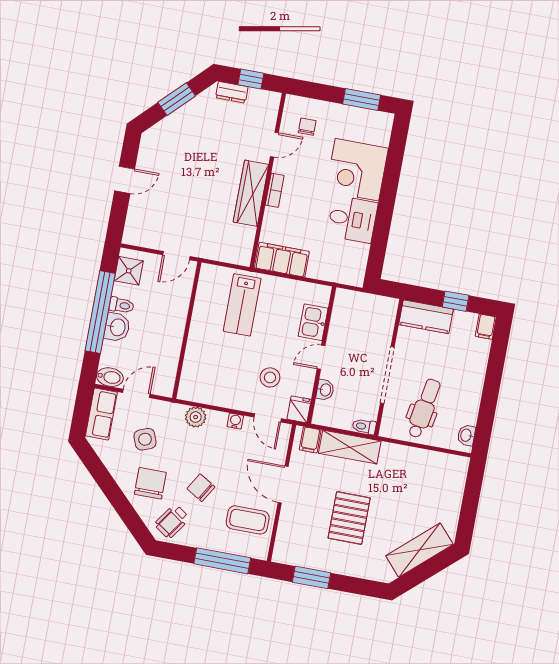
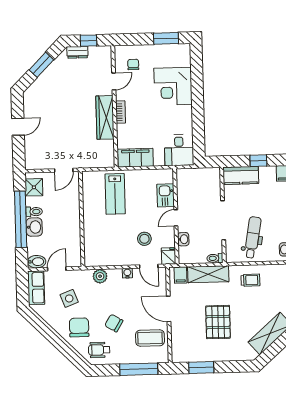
desk: (352, 219) -> (179, 150), moved, turned 90
trolley: (408, 468) -> (250, 280), added
wheelchair: (172, 521) -> (99, 350), turned 55

